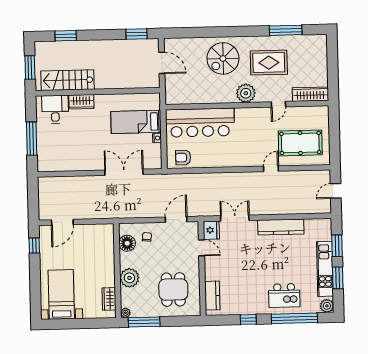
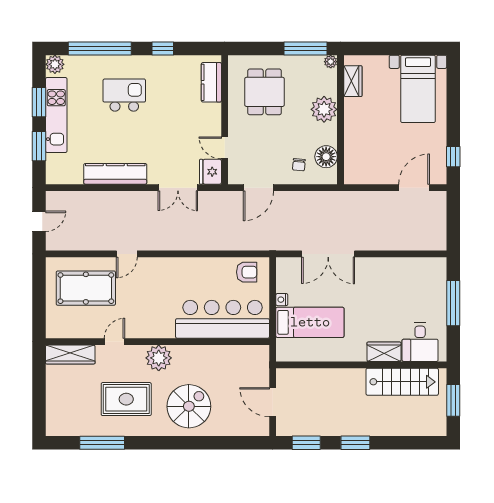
window: (66, 36) -> (355, 443), moved
kitchen island: (284, 295) -> (124, 95), moved

